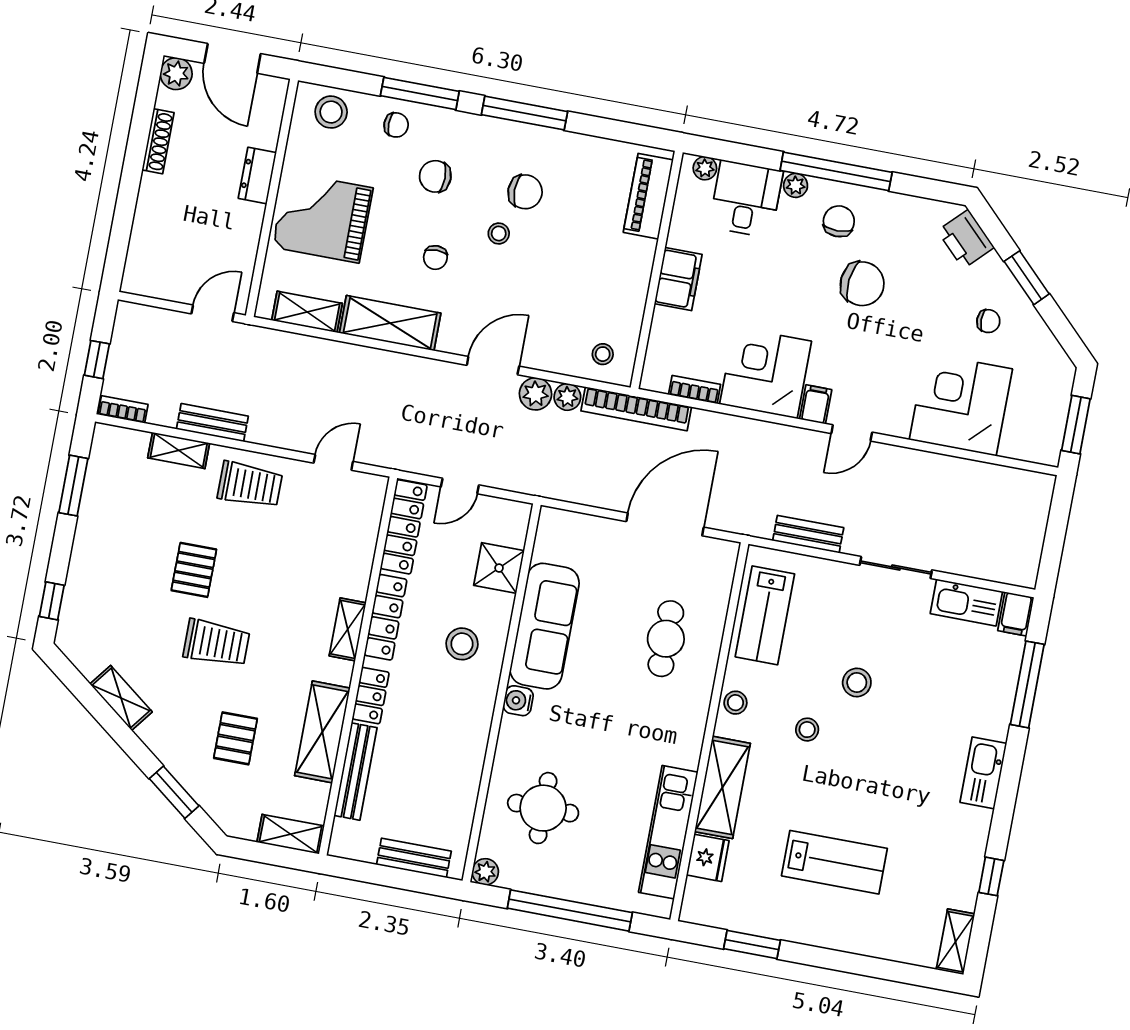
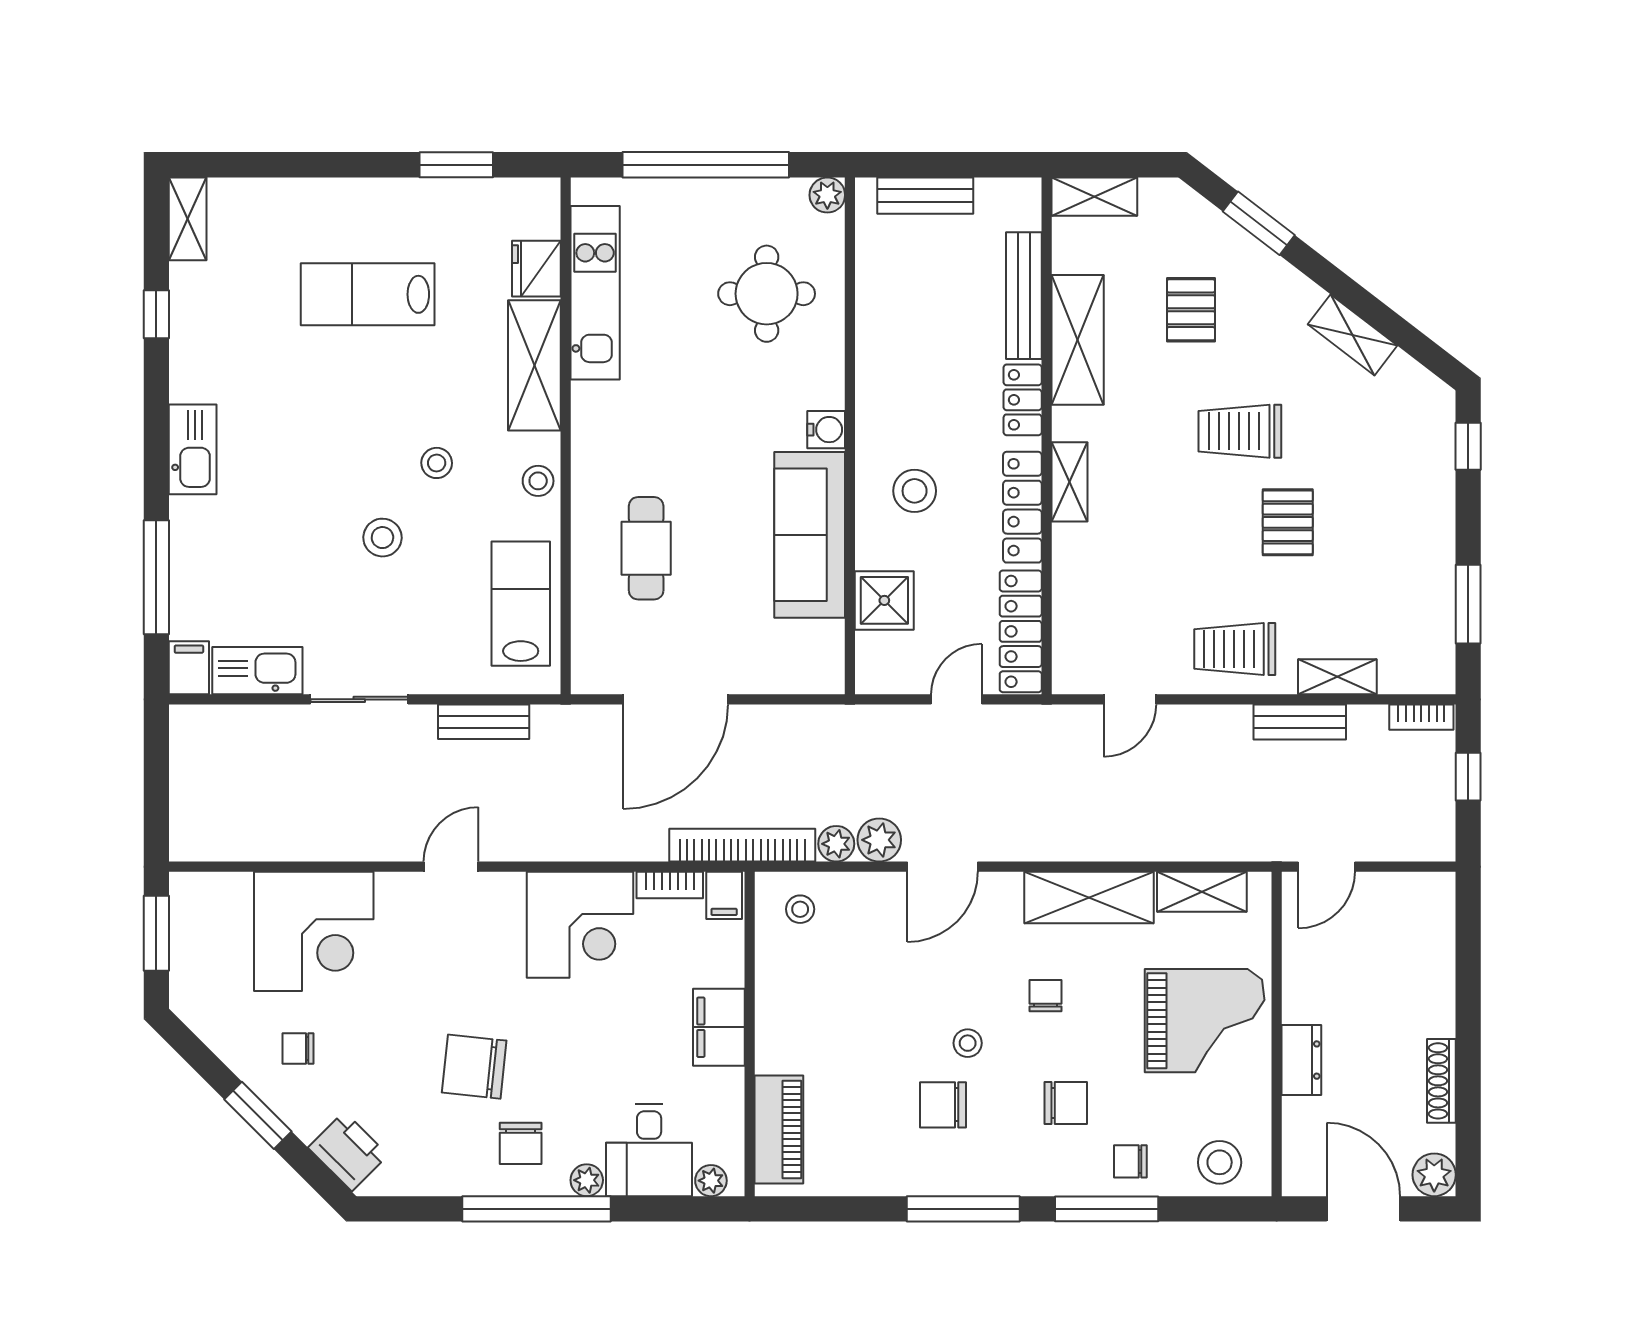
filing cabinet: (816, 404) -> (724, 895), moved

